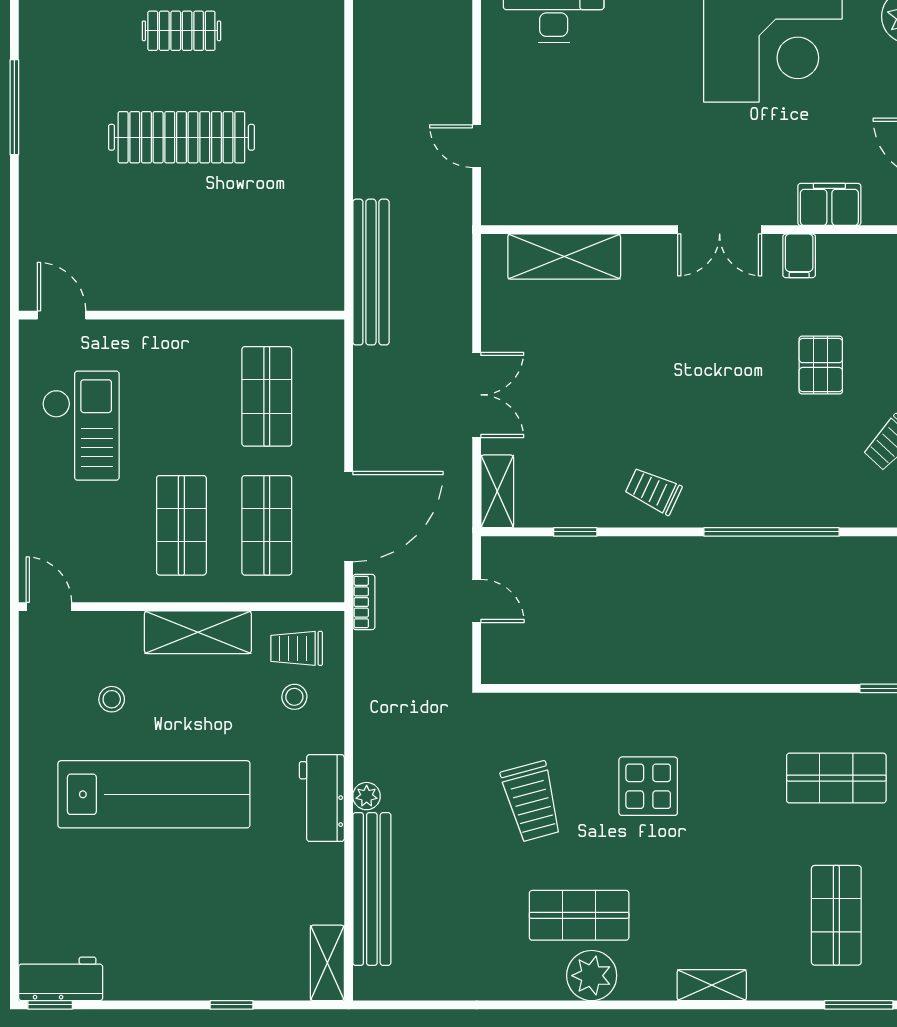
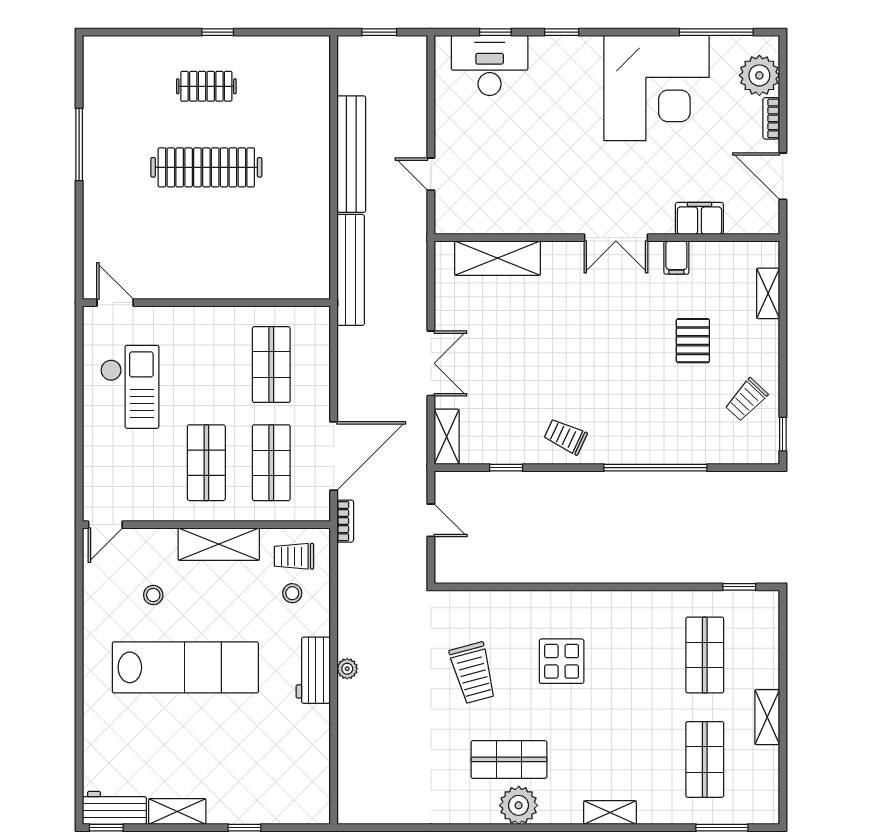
door: (49, 607) -> (105, 525), swing flipped
shop shelf: (836, 778) -> (705, 655), turned 90
bench: (372, 889) -> (351, 154), moved
shelving: (327, 963) -> (177, 811), moved, turned 90

